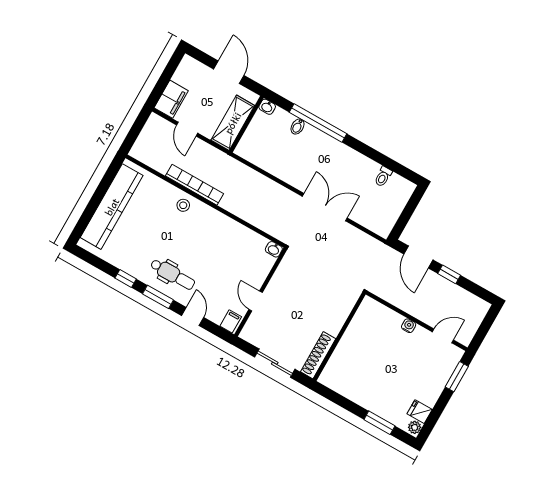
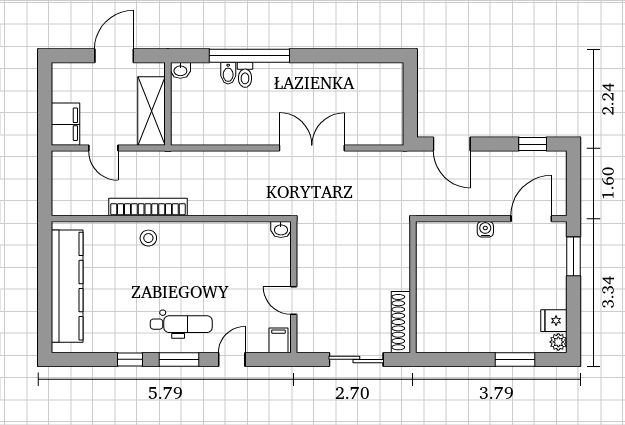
door: (229, 72) -> (114, 56), hinge flipped
toilet: (383, 177) -> (245, 75), moved
window: (449, 274) -> (533, 144), moved
door: (193, 317) -> (232, 359), hinge flipped
door: (443, 336) -> (531, 219), width x1.38

